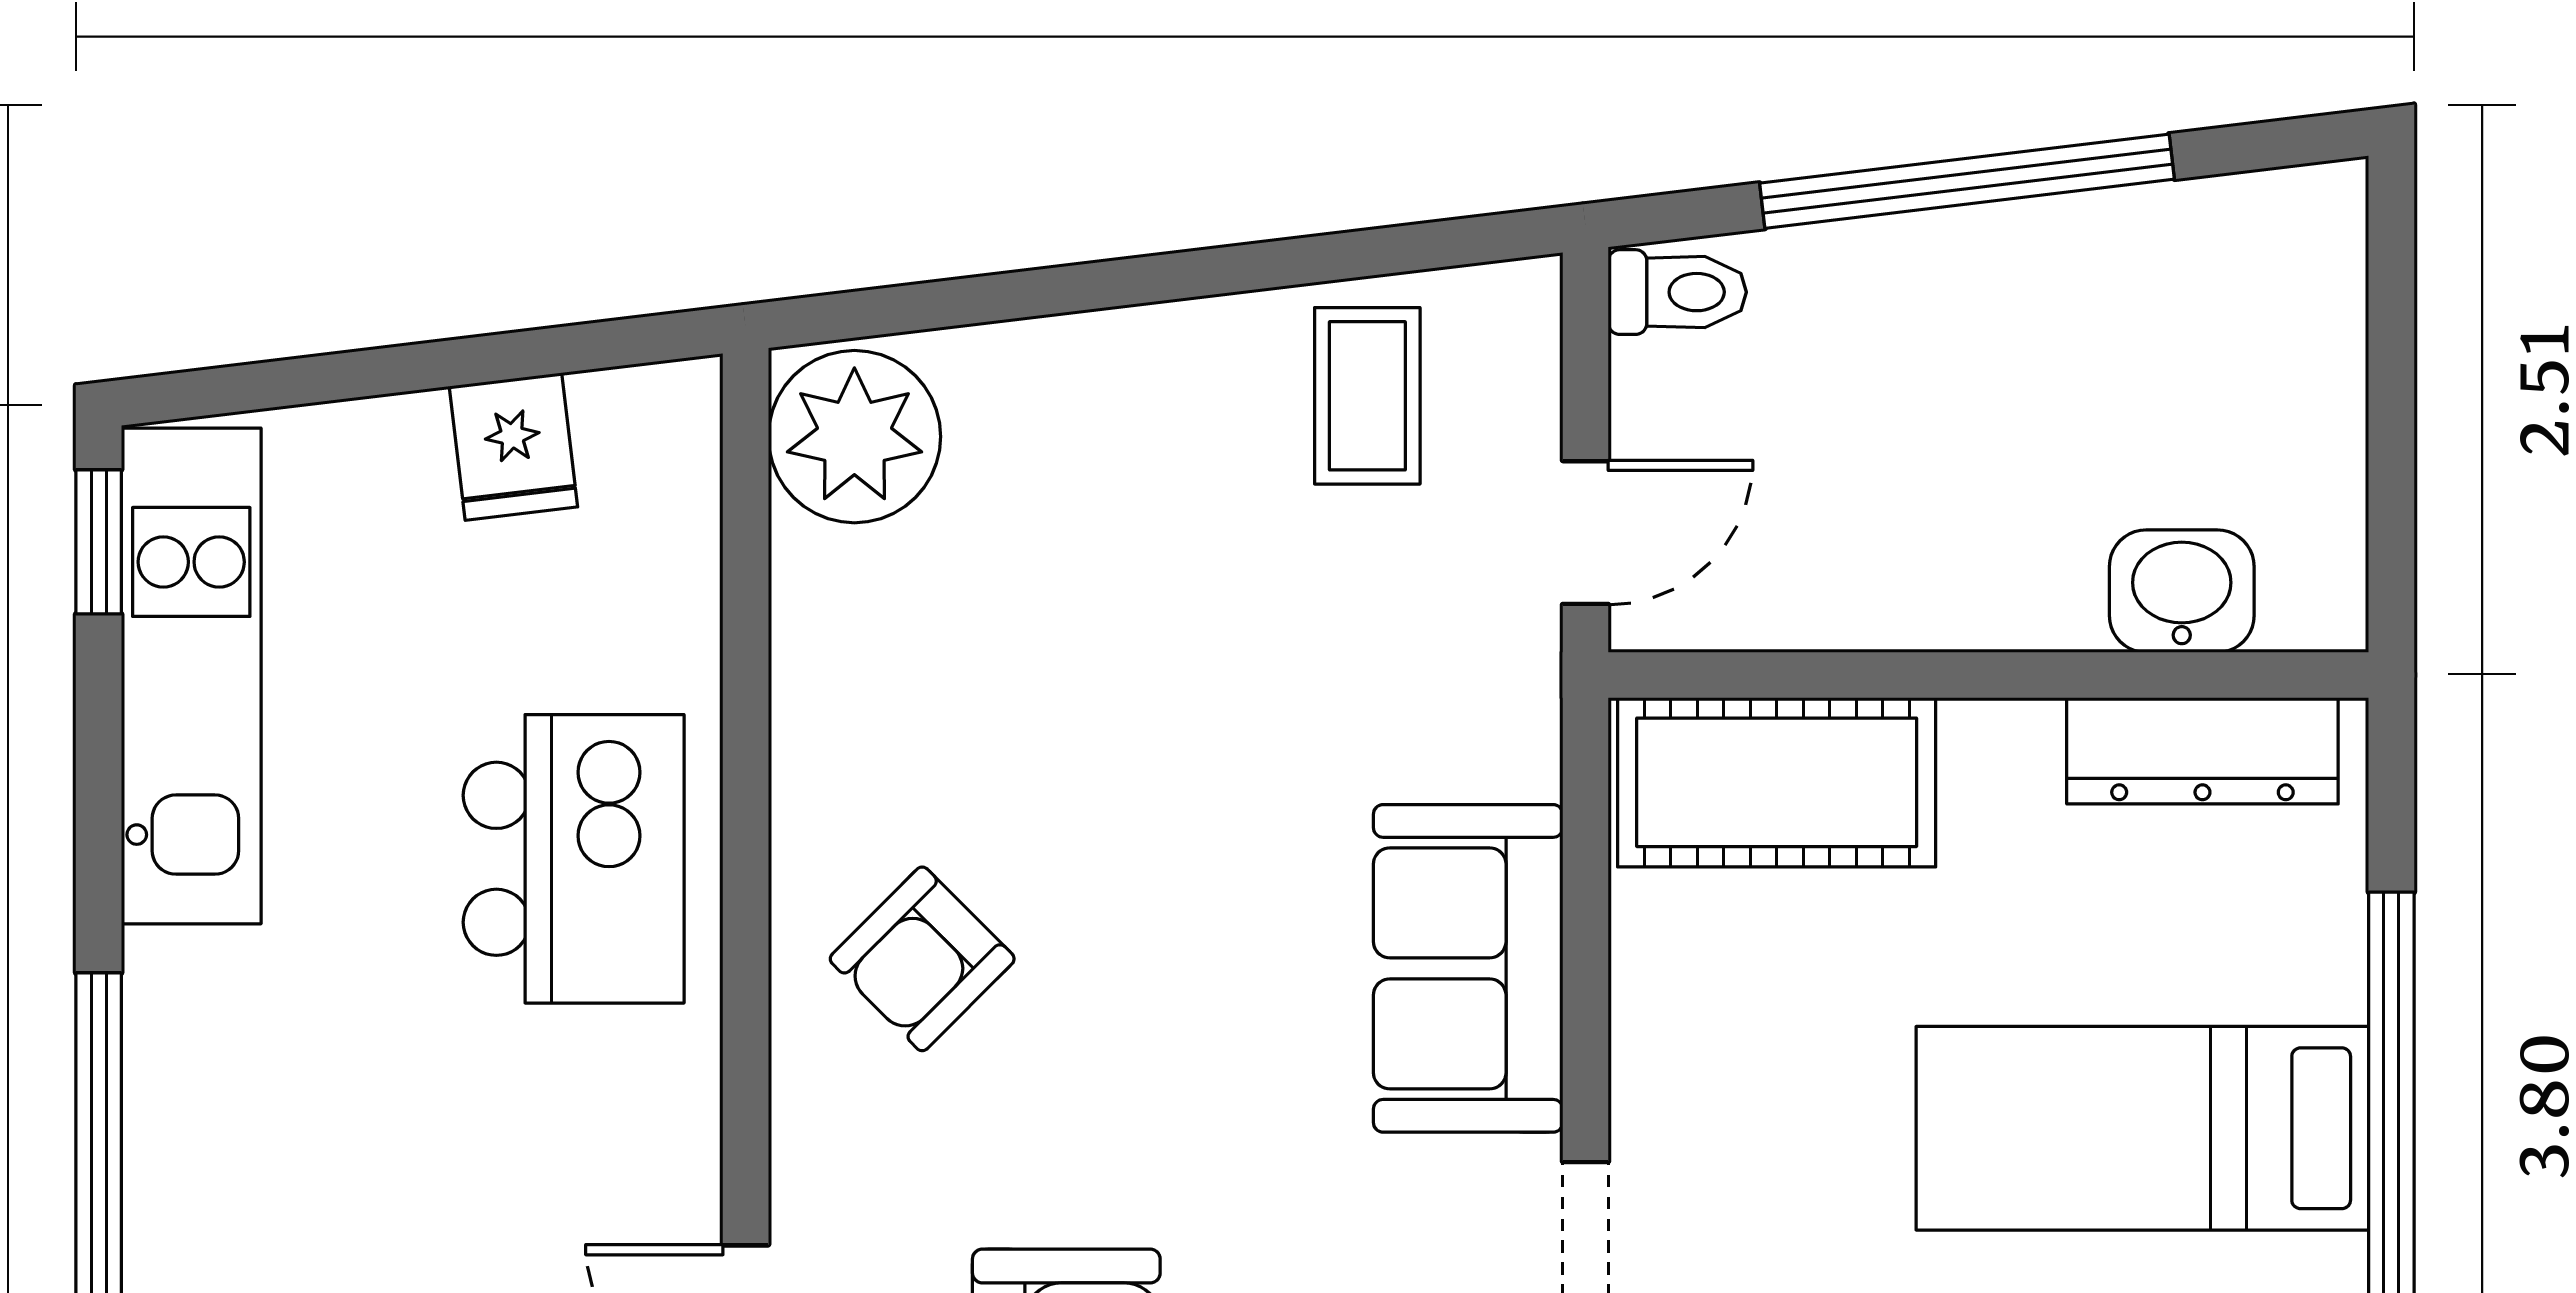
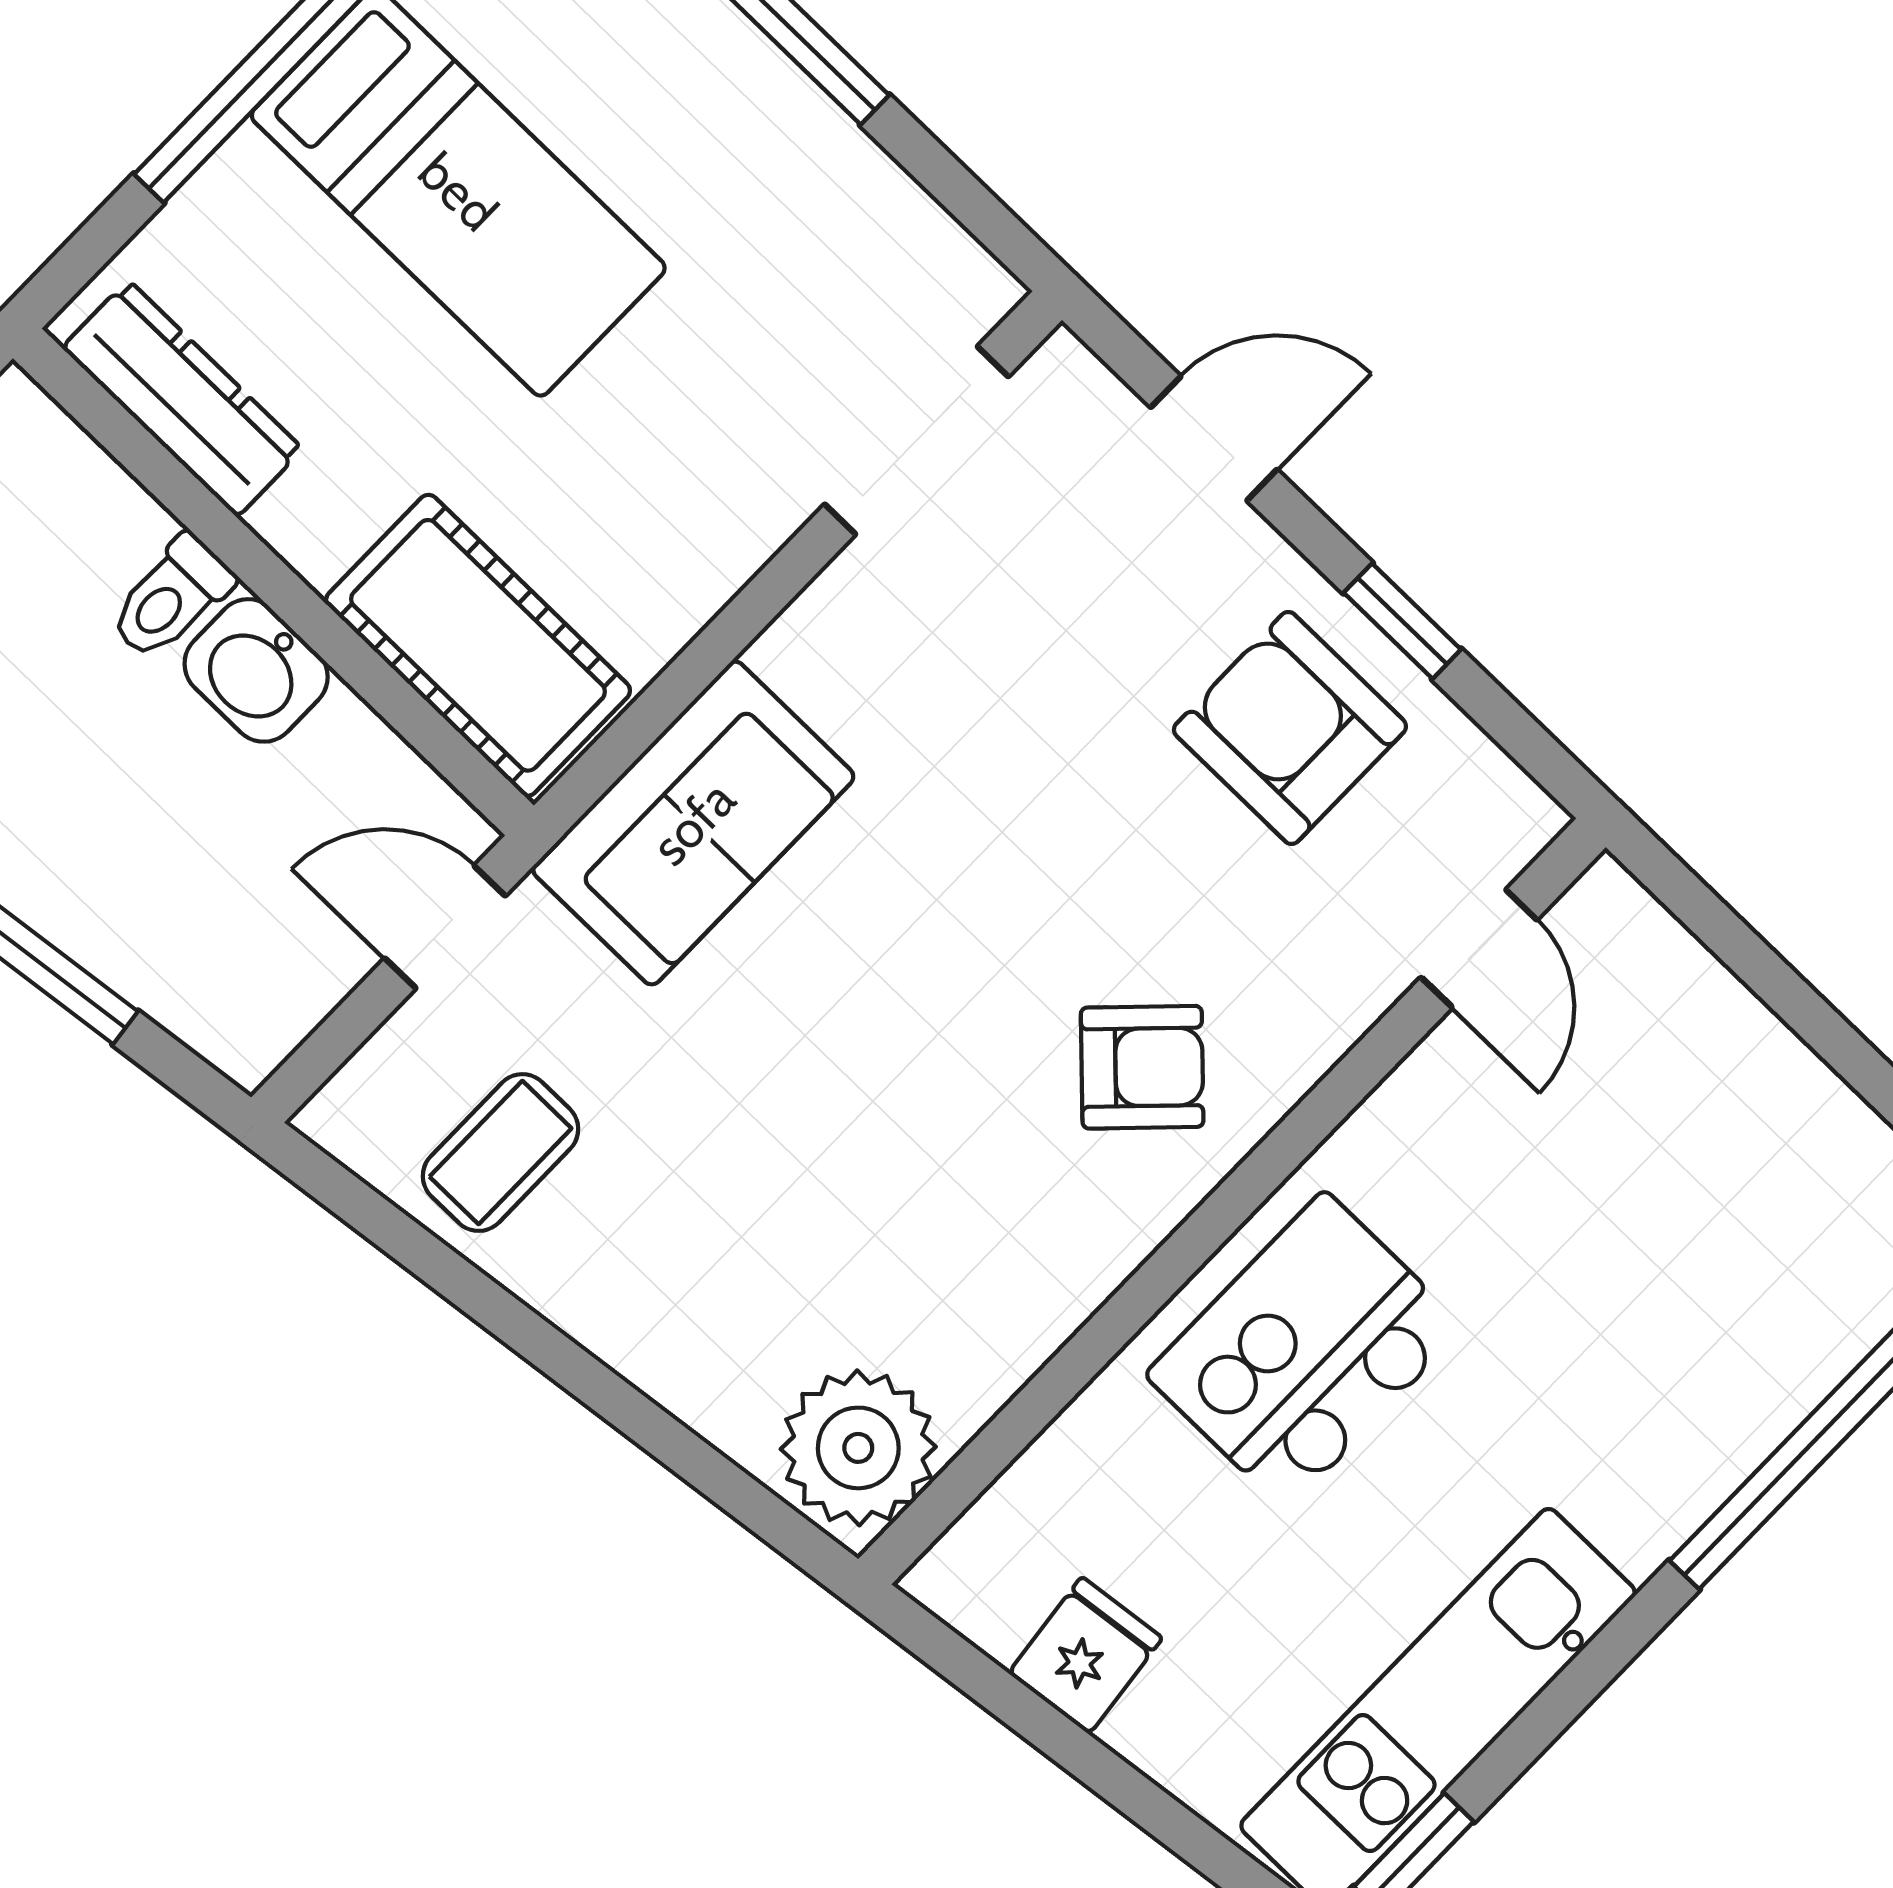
toilet: (1677, 292) -> (171, 598), moved, turned -90
washbasin: (2182, 591) -> (256, 670), moved
sofa: (1468, 968) -> (693, 823), moved

